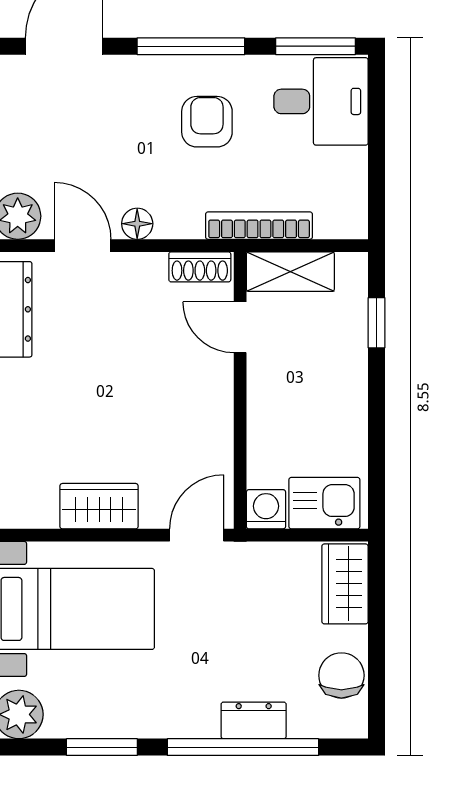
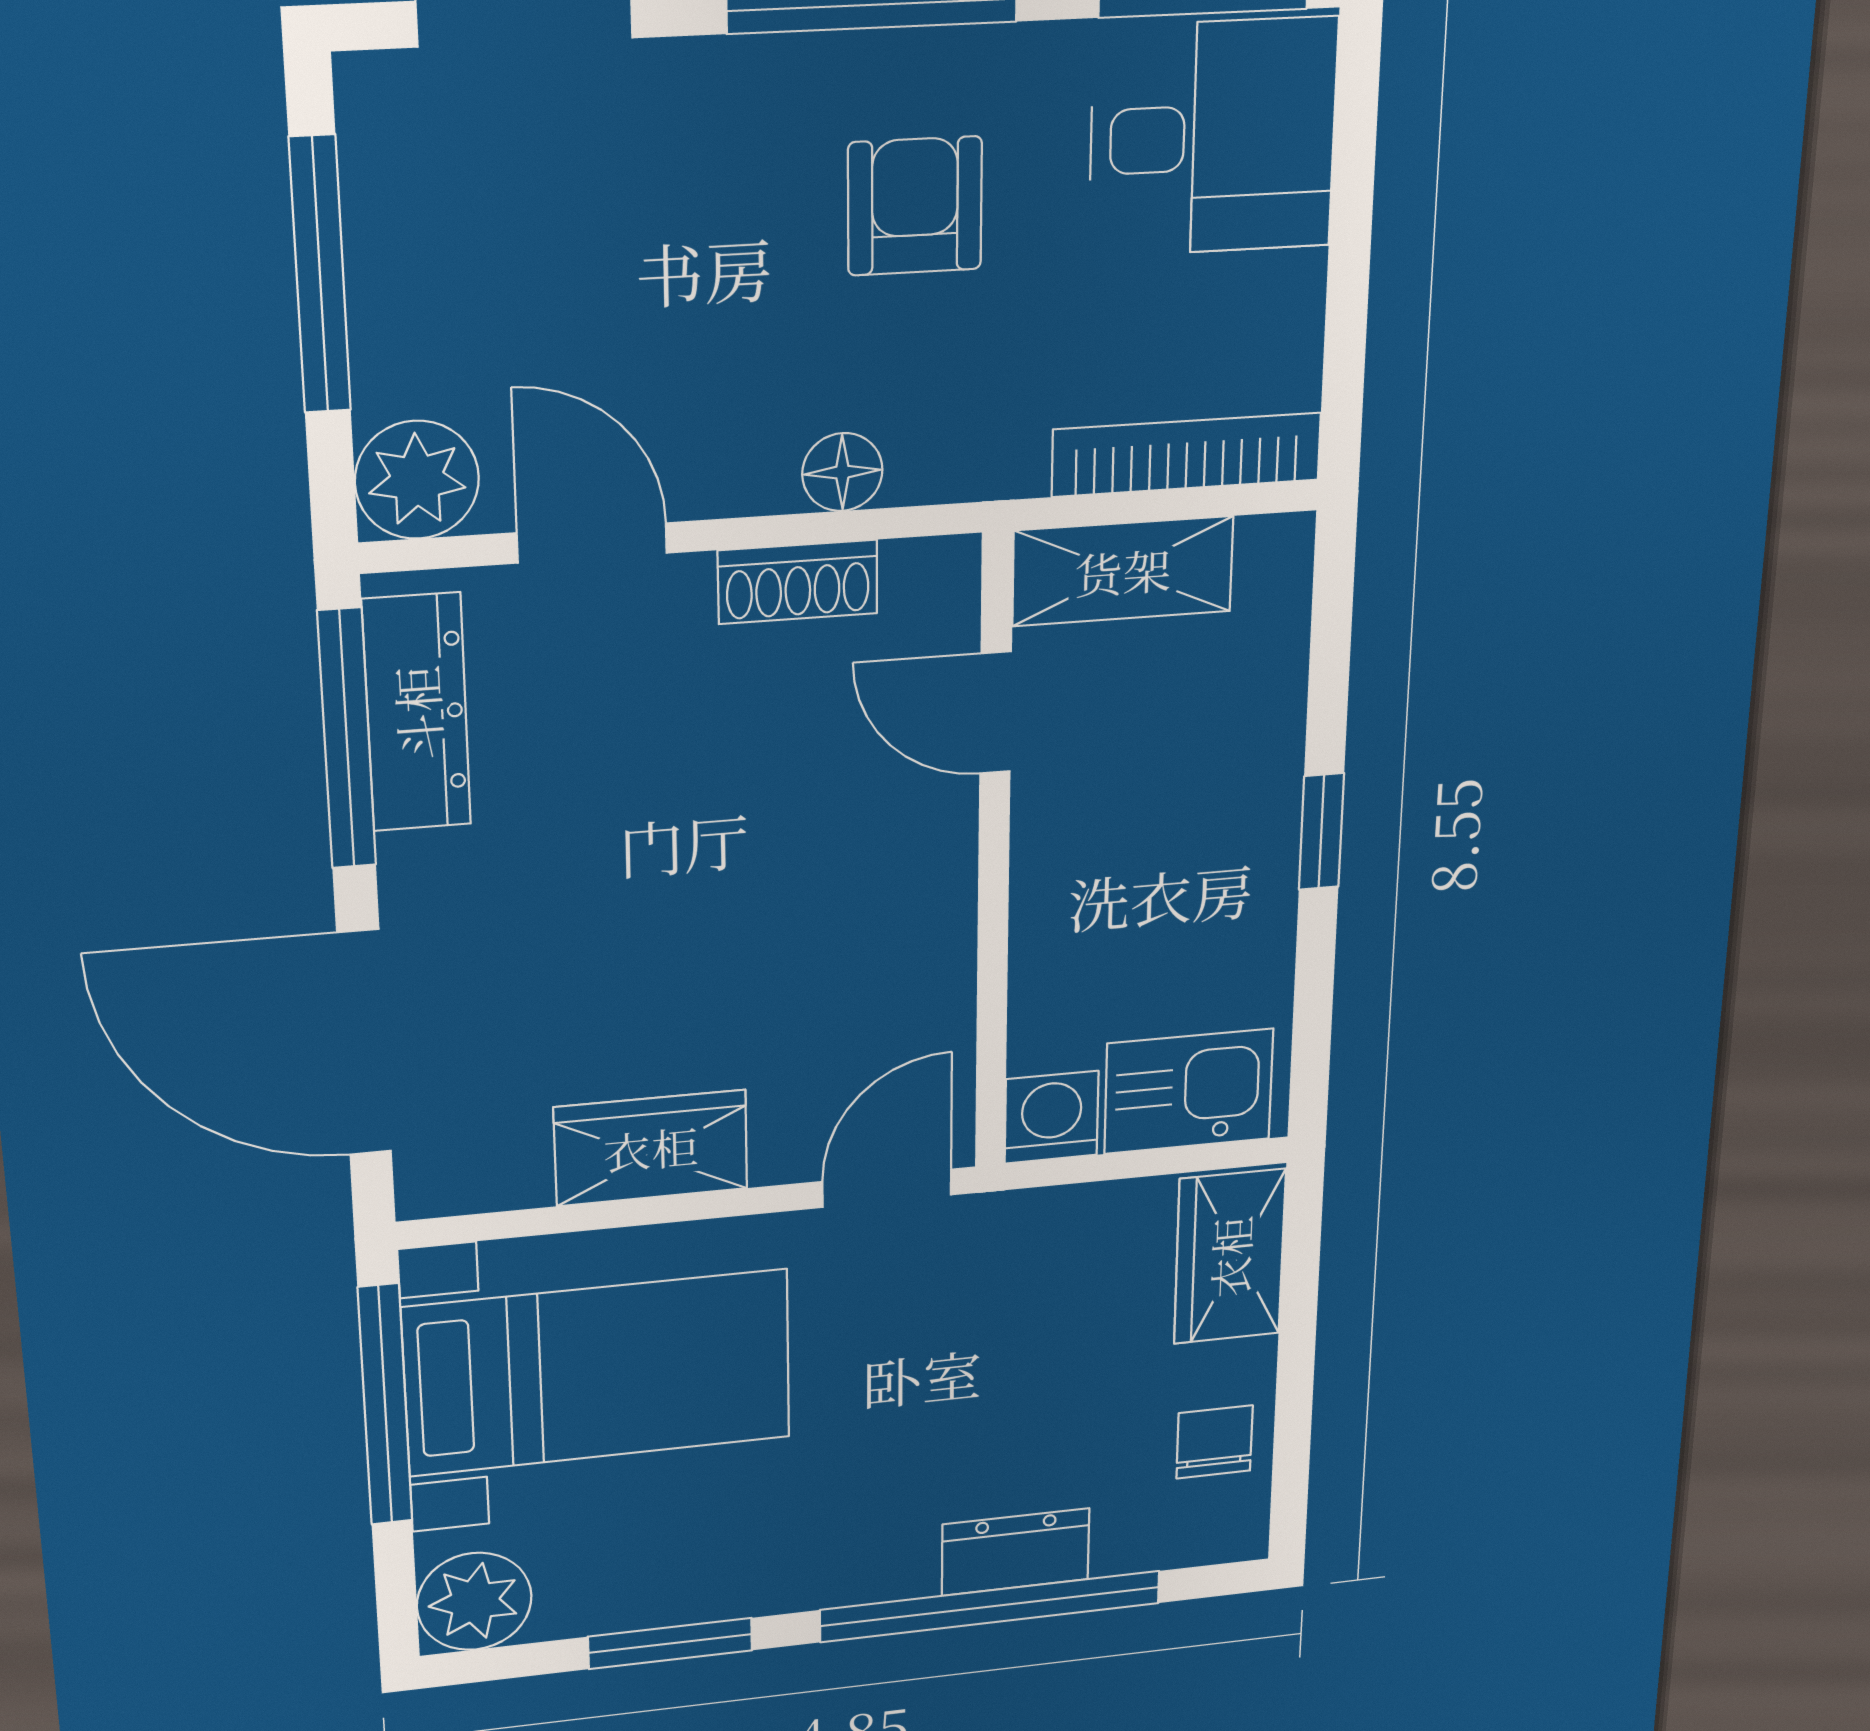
floor lamp: (137, 224) -> (842, 472), moved
bookcase: (259, 226) -> (1187, 455), moved
shoe rack: (200, 267) -> (798, 582), moved
window: (377, 323) -> (1321, 832), moved
chair: (341, 675) -> (1215, 1442), width x0.73, depth x0.73

